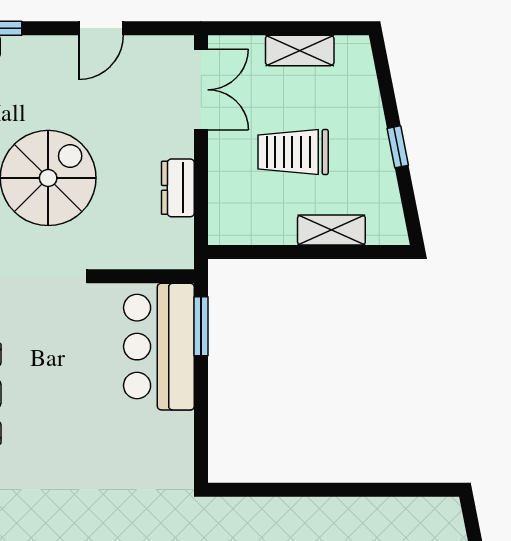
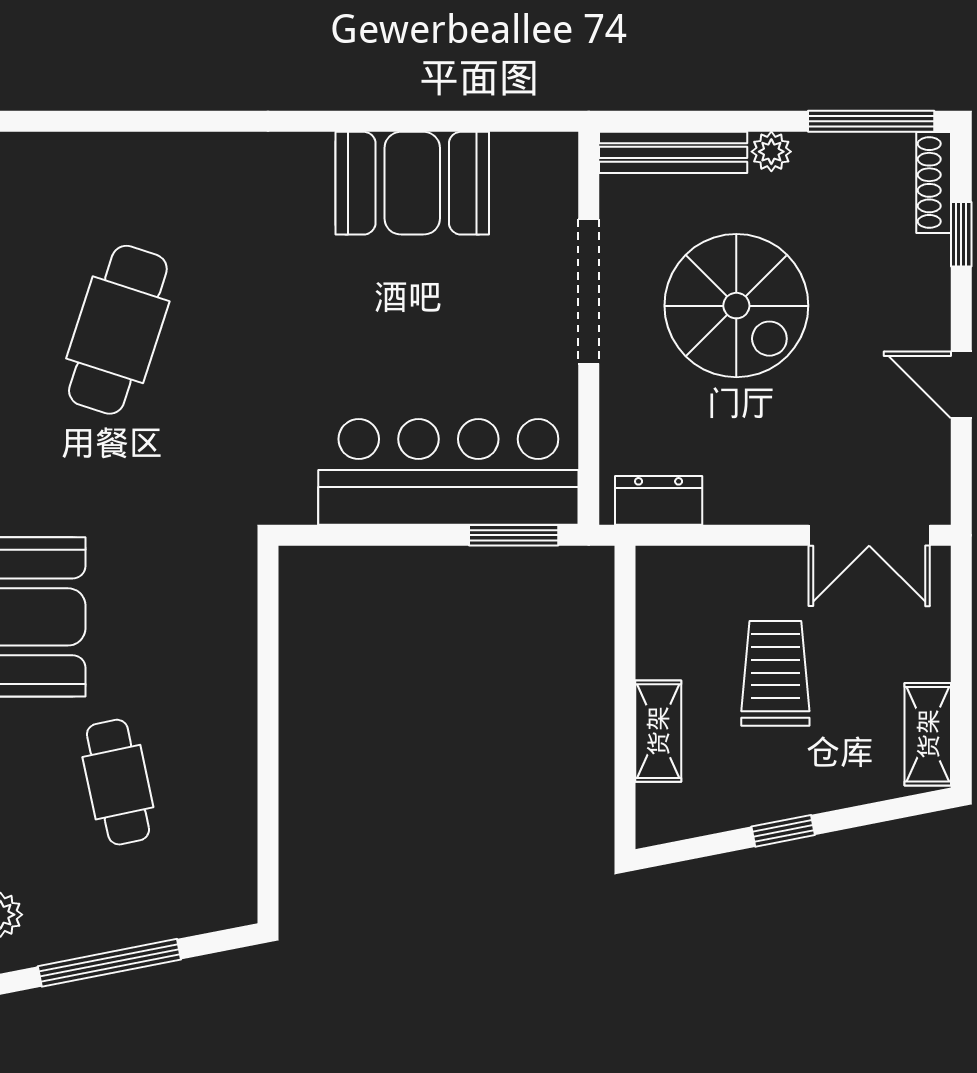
shelving: (300, 51) -> (928, 734), moved
dresser: (178, 188) -> (659, 500), moved
bar counter: (159, 347) -> (448, 472), width x1.36

